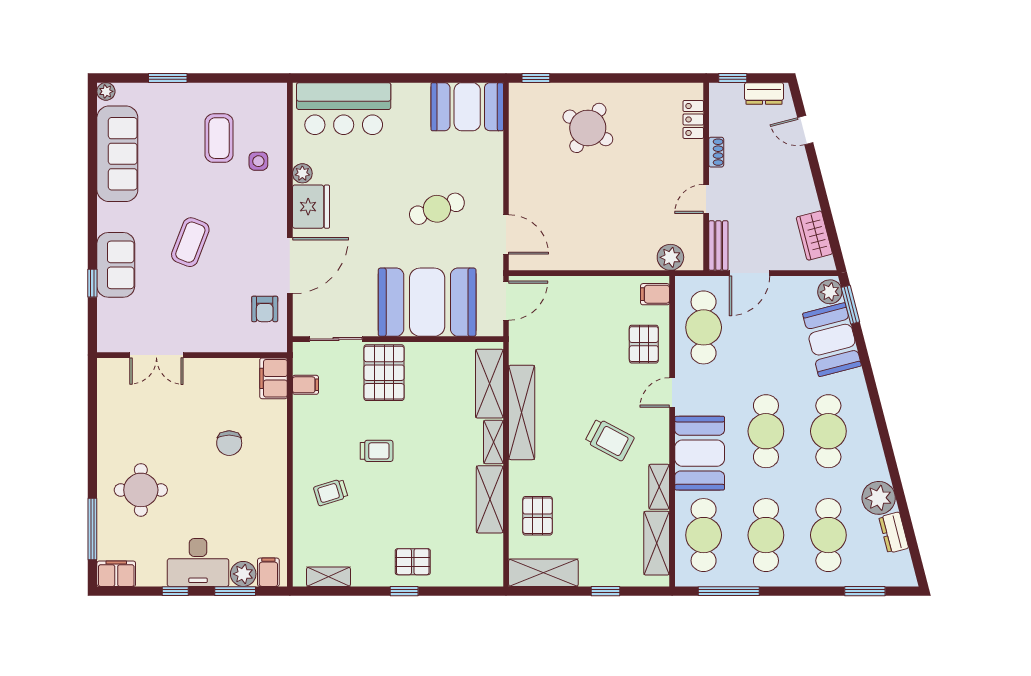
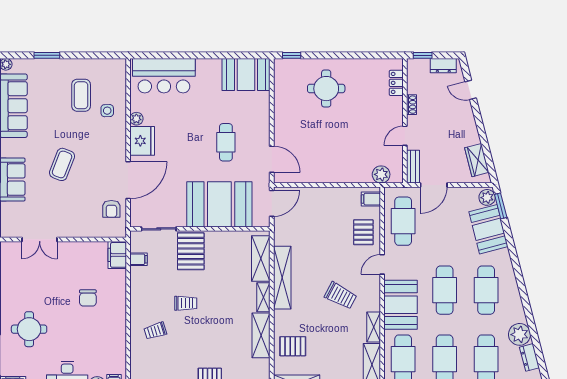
round table: (588, 128) -> (326, 89), turned -32
cafe table: (437, 209) -> (226, 142), turned -71
pallet: (538, 516) -> (293, 346), turned 90

